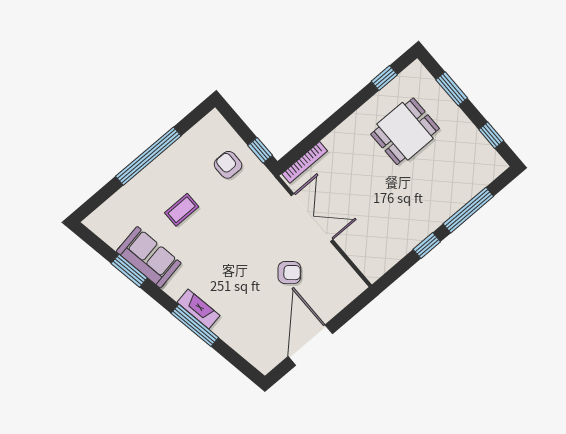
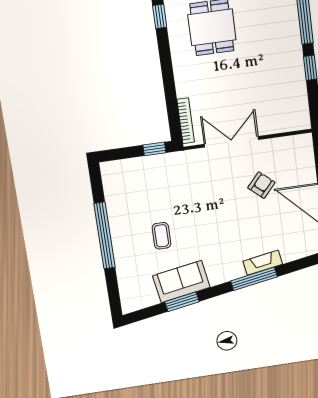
armchair: (228, 165) -> (150, 180), removed
fireplace: (198, 309) -> (263, 263), moved

